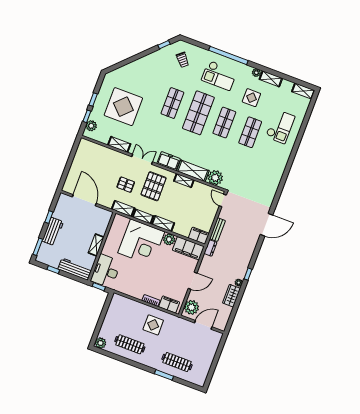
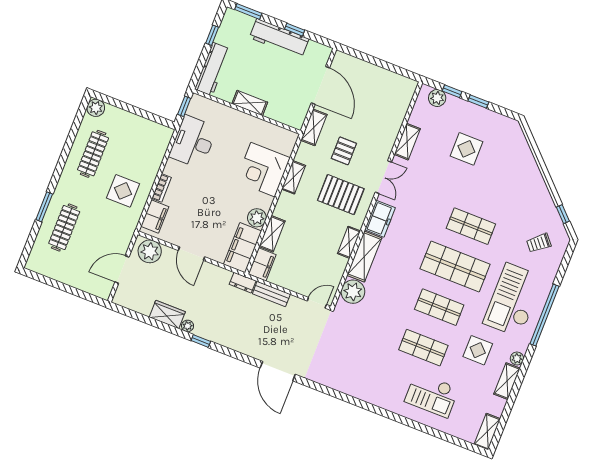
checkout: (219, 75) -> (513, 300), width x1.36, depth x1.21
display table: (123, 107) -> (466, 149), width x0.54, depth x0.54
door: (84, 200) -> (320, 85), hinge flipped
shelving: (123, 209) -> (314, 127), moved
shelving: (163, 224) -> (272, 234), moved
workbench: (53, 231) -> (279, 38), width x1.38
corner desk: (141, 242) -> (263, 170), width x0.74, depth x0.74
desk: (106, 271) -> (193, 142), moved, turned -90
door: (203, 325) -> (122, 269), swing flipped

